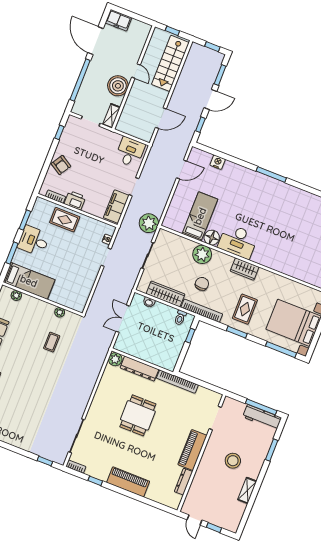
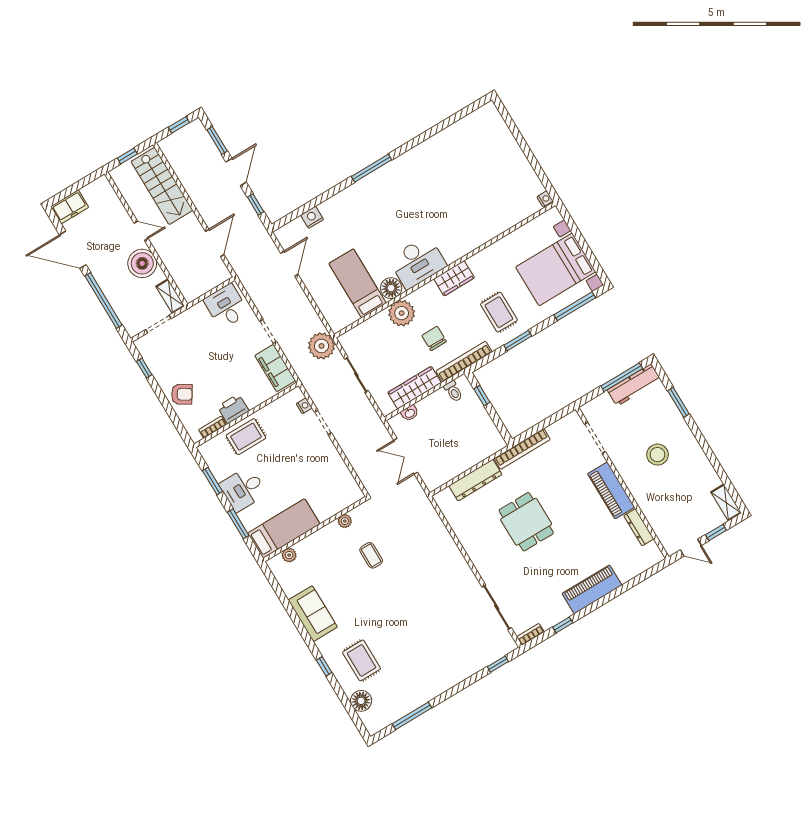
plant: (115, 359) -> (444, 499), removed
shelving: (247, 490) -> (726, 502), moved

